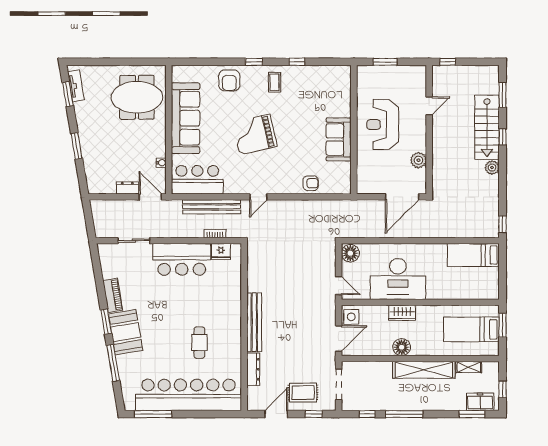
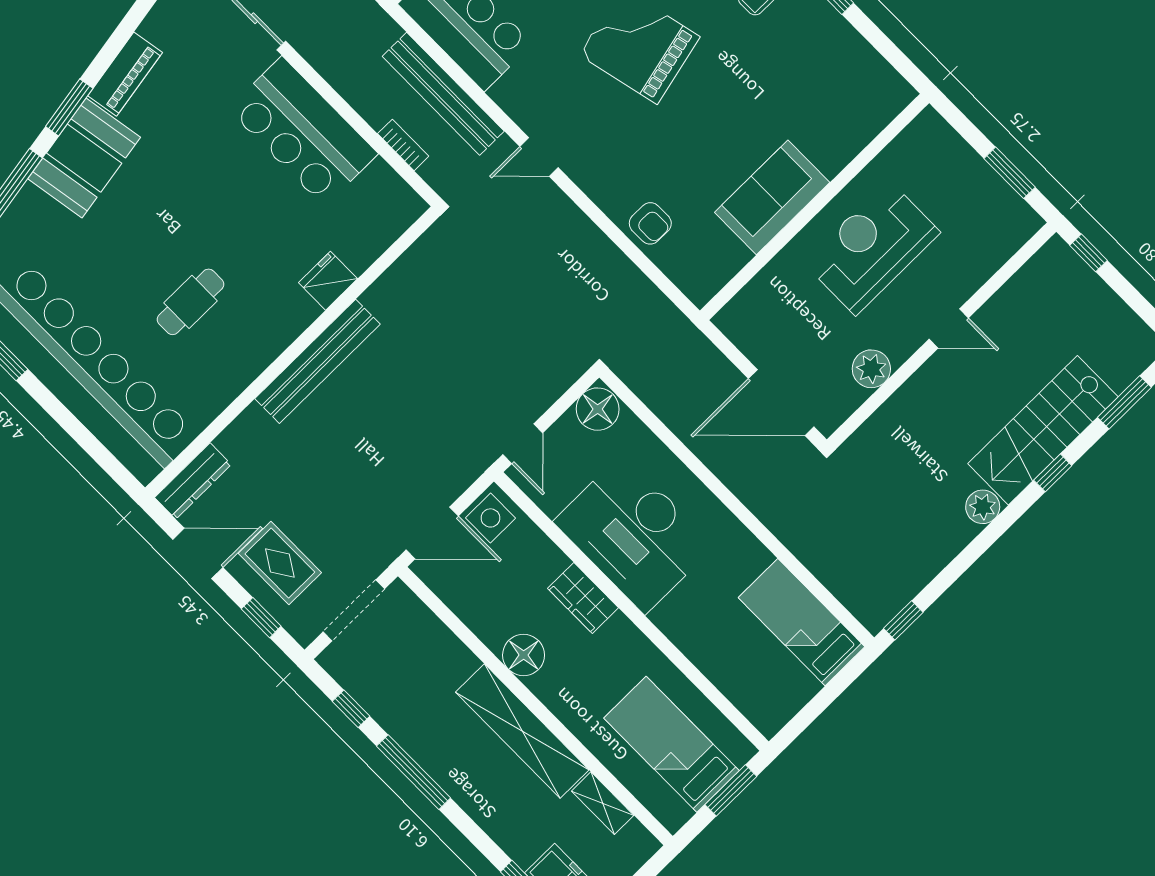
window: (385, 62) -> (1010, 173), moved
door: (429, 106) -> (949, 329), moved
fridge: (221, 251) -> (328, 281), moved, turned 90
dresser: (253, 369) -> (193, 481), moved

